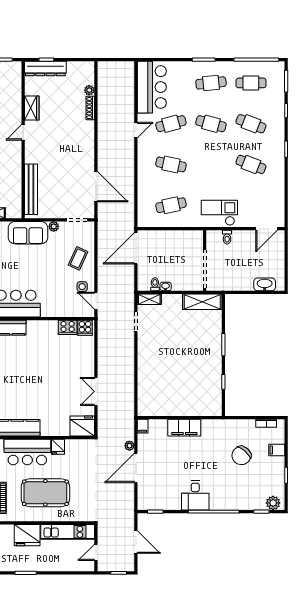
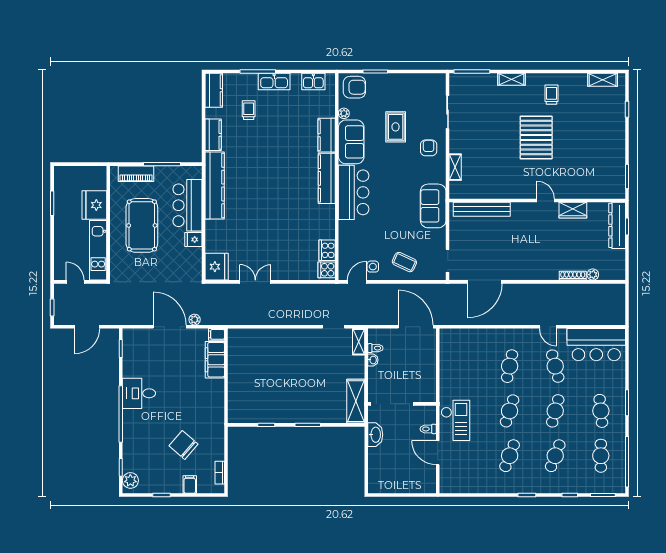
cafe table: (171, 205) -> (510, 411), moved, turned 30
plant: (54, 226) -> (440, 235), removed
door: (267, 229) -> (438, 453), moved
washbasin: (265, 284) -> (375, 435), moved
filing cabinet: (184, 428) -> (215, 360), moved

